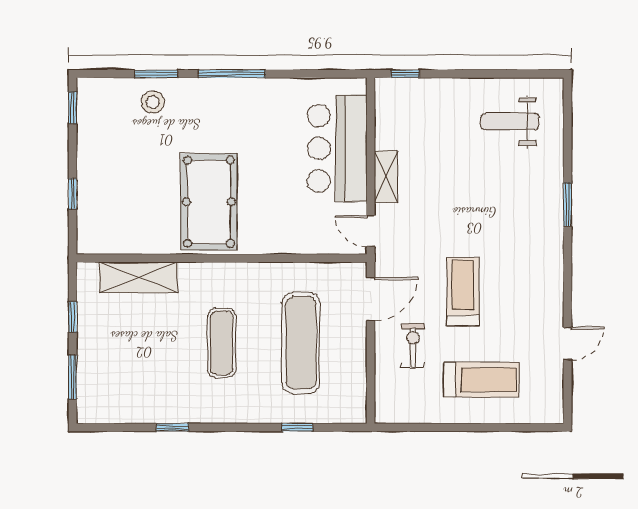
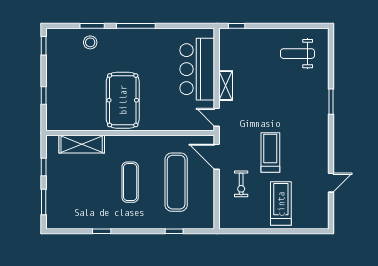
door: (371, 299) -> (217, 157), swing flipped
exercise bike: (413, 346) -> (241, 184), turned 180
treadmill: (481, 380) -> (281, 204), turned -90

